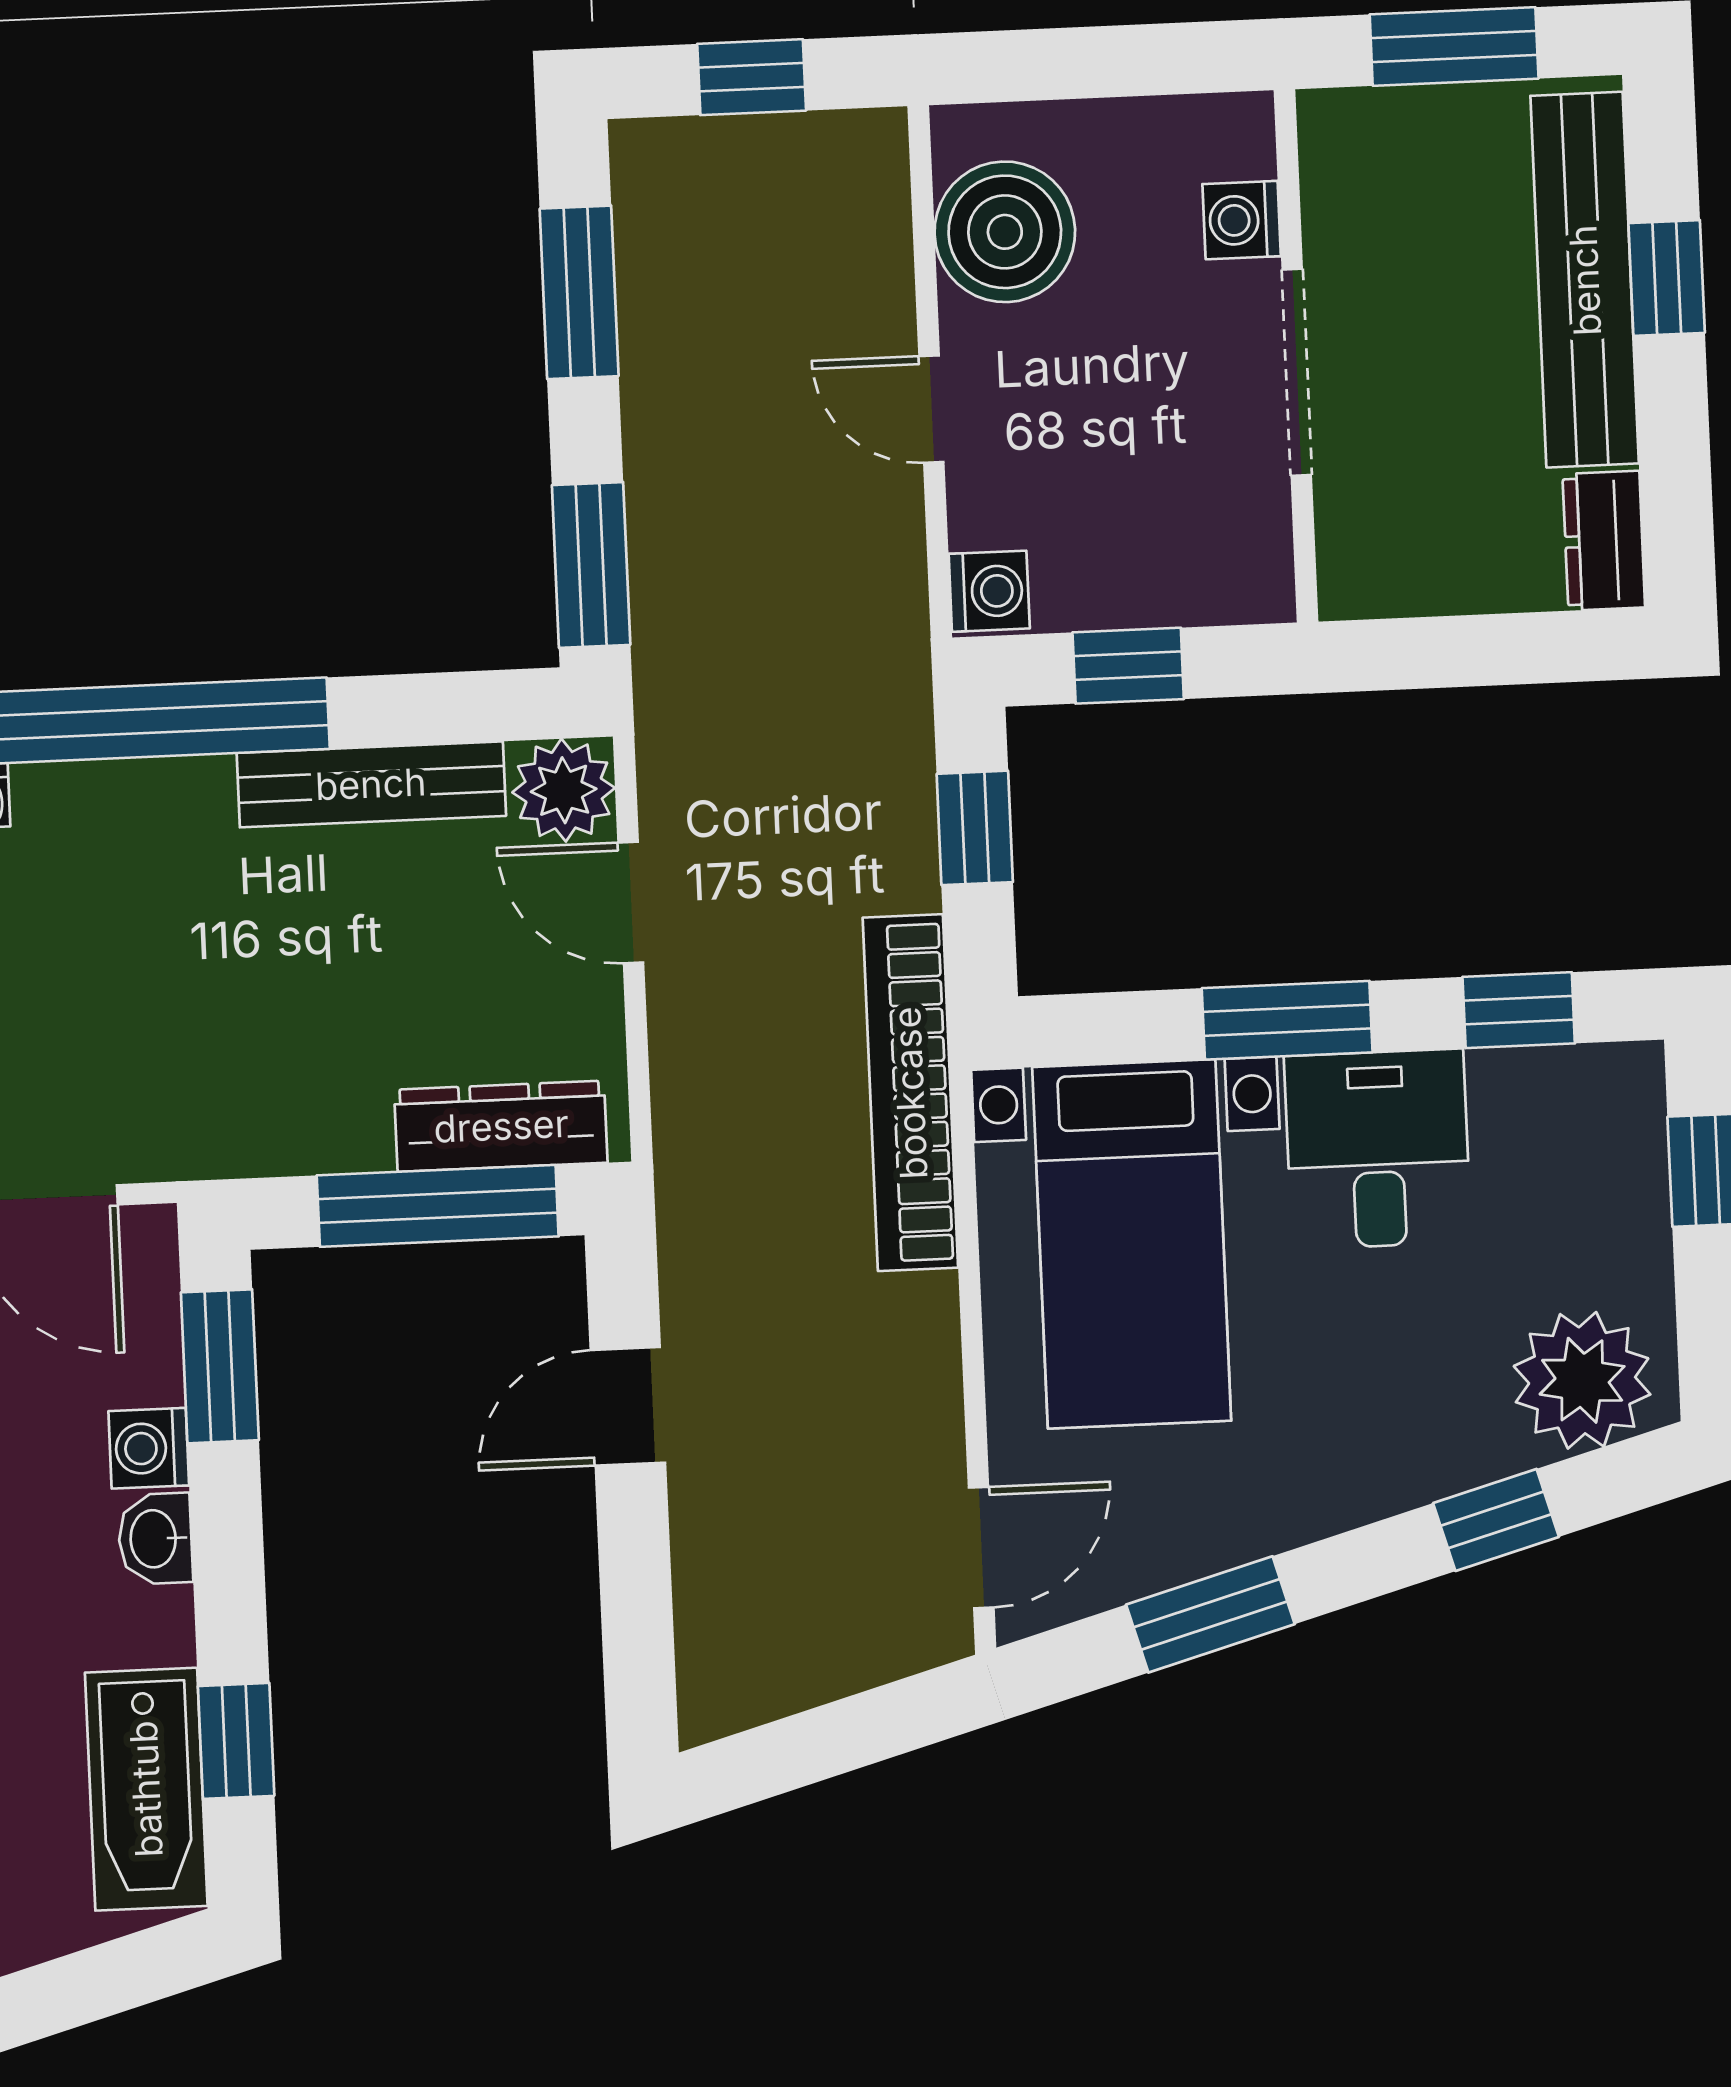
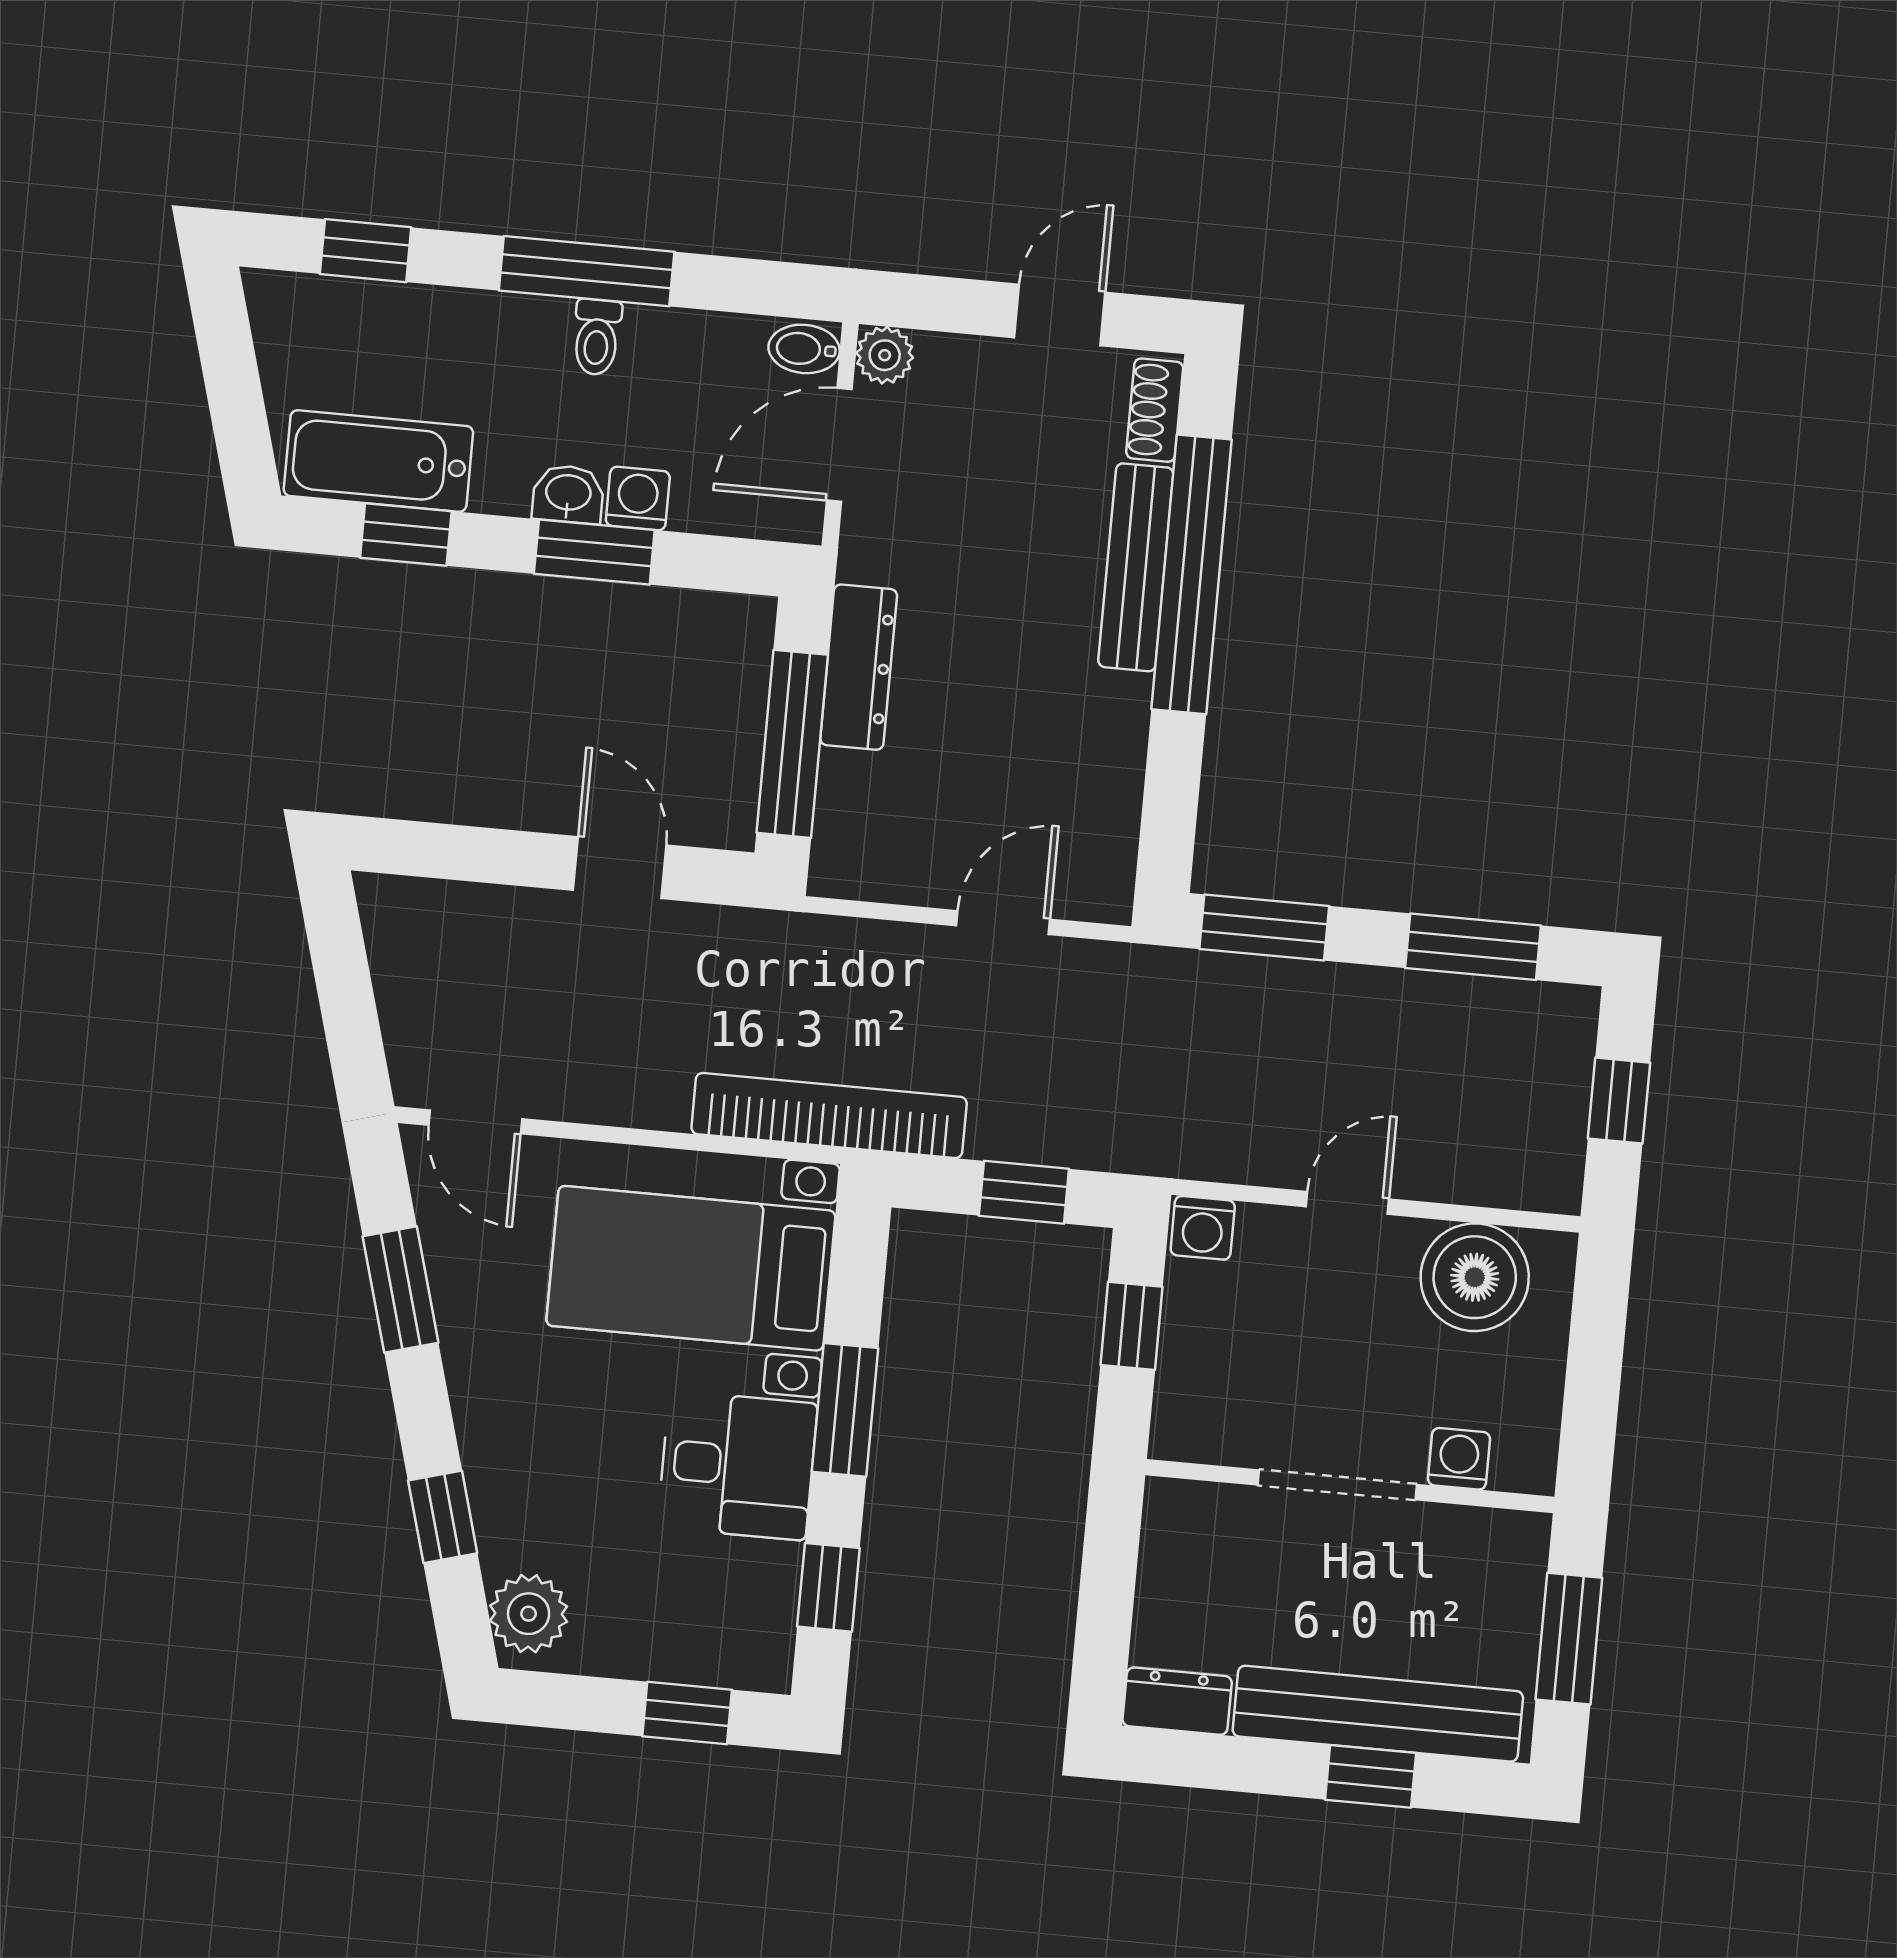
bench: (371, 784) -> (1136, 567), moved
plant: (564, 790) -> (1096, 883), removed
dresser: (501, 1126) -> (859, 667), moved
window: (220, 1366) -> (594, 552), moved
plant: (1582, 1380) -> (529, 1614), width x0.73, depth x0.73

